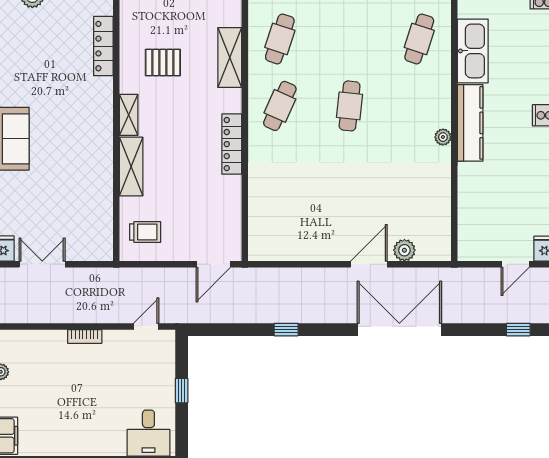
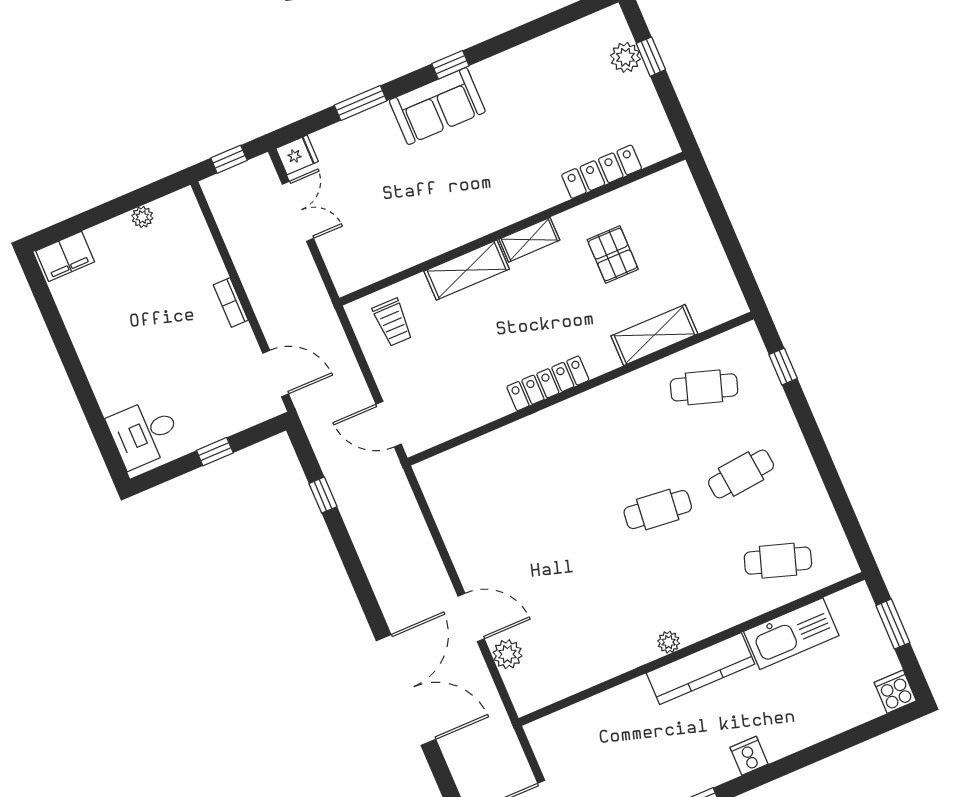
cafe table: (280, 106) -> (741, 474), moved, turned -30
door: (146, 326) -> (276, 374), width x1.38
window: (286, 330) -> (323, 495), moved

